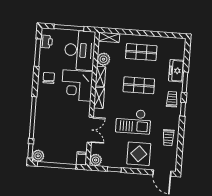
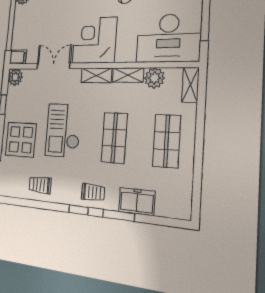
corner desk: (77, 85) -> (94, 40), moved
double door: (90, 130) -> (53, 66), swing flipped

